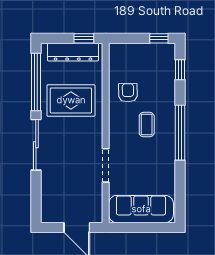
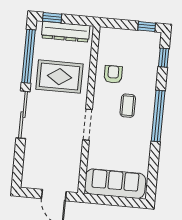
window: (84, 38) -> (52, 18), moved
doorway: (106, 165) -> (87, 125), moved

